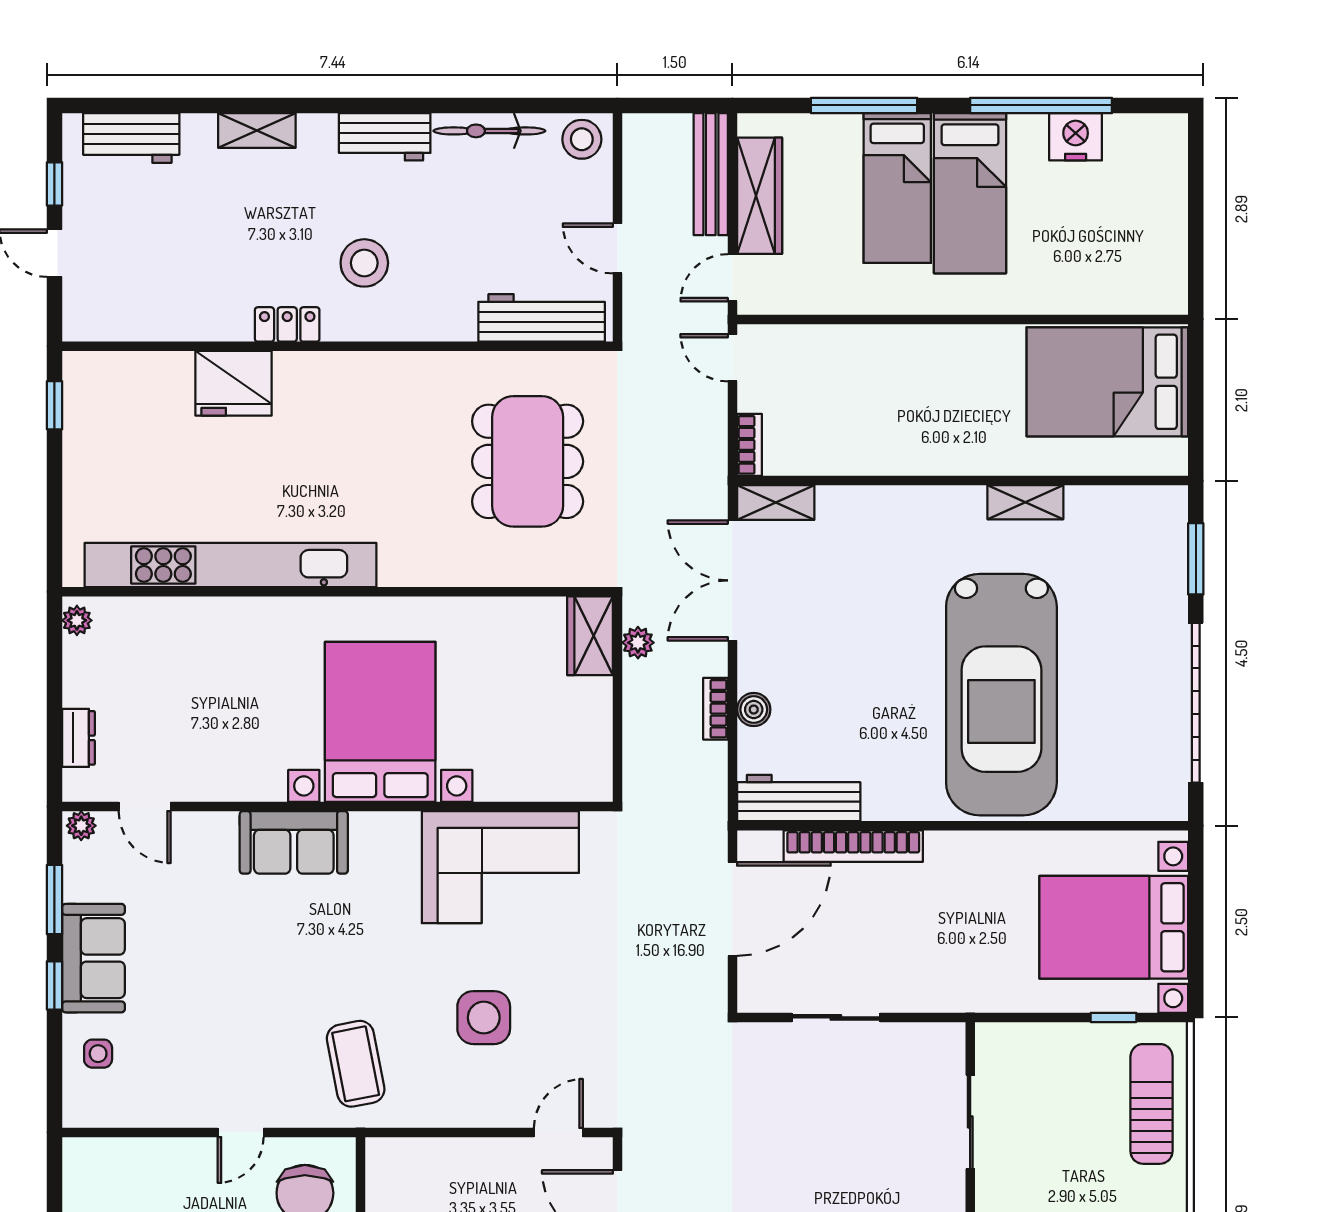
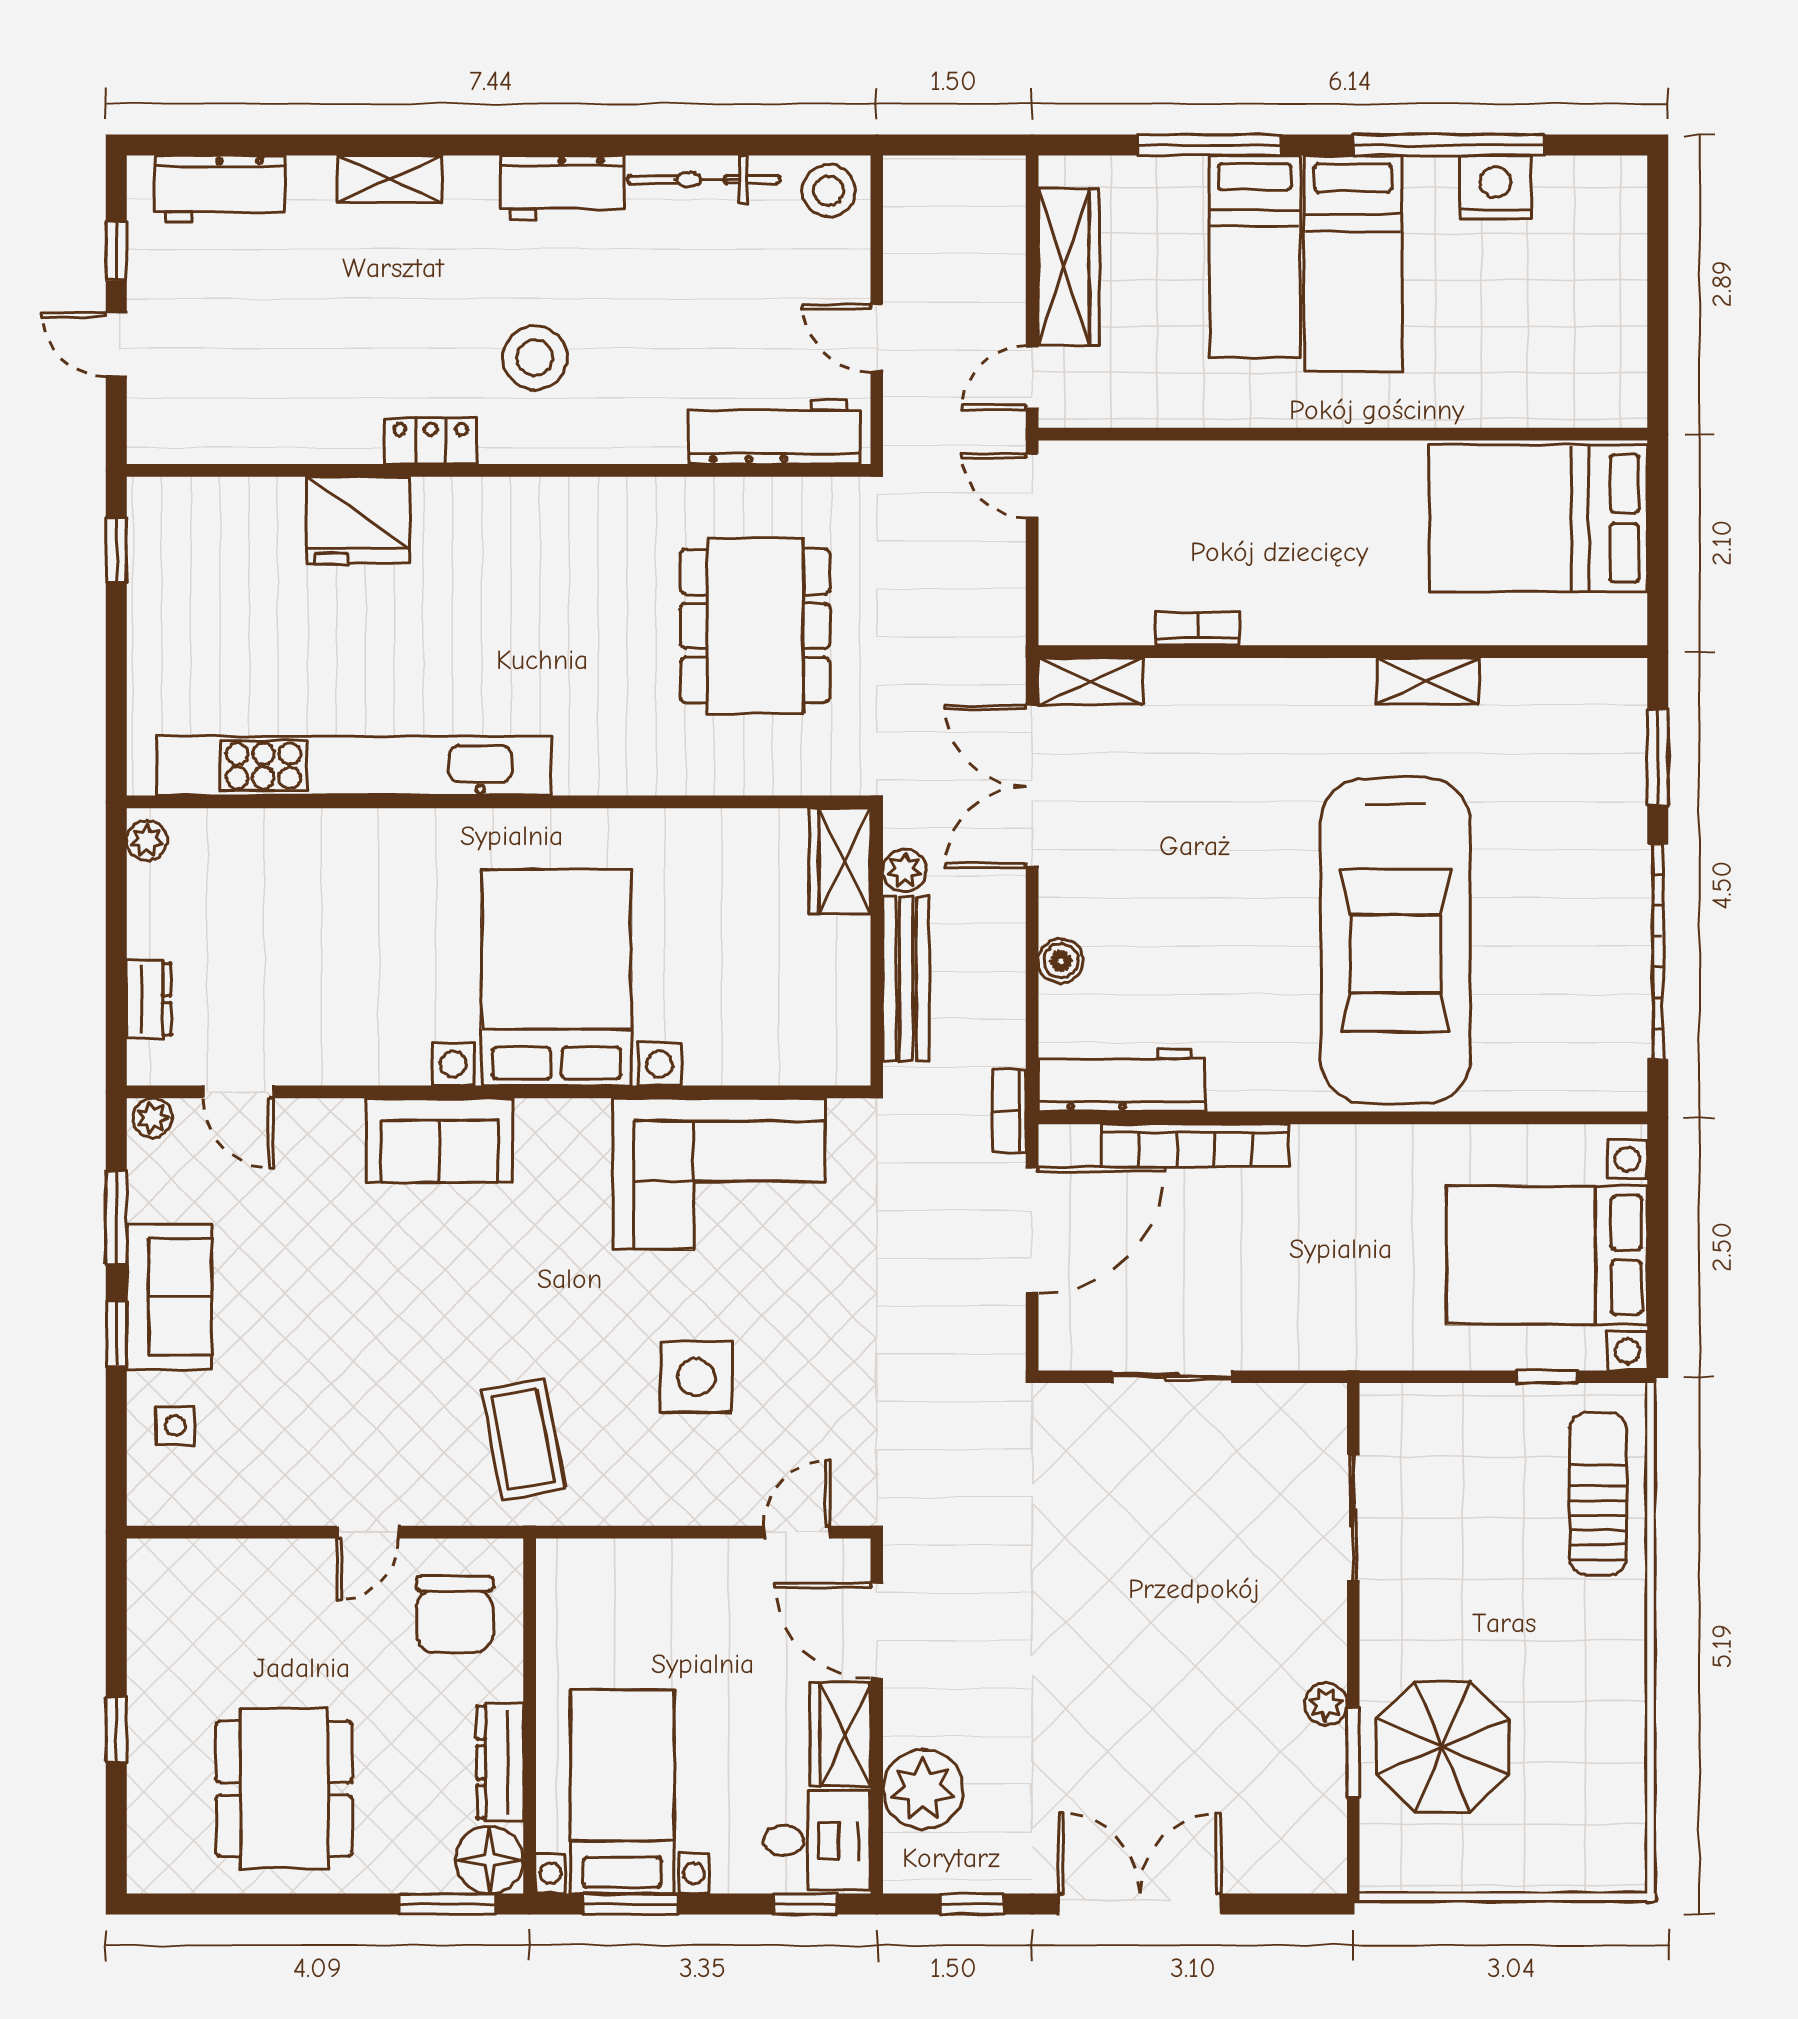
bench: (711, 174) -> (906, 979), moved
bookcase: (749, 445) -> (1198, 629), moved, turned -90
bookcase: (716, 709) -> (1009, 1111), moved

